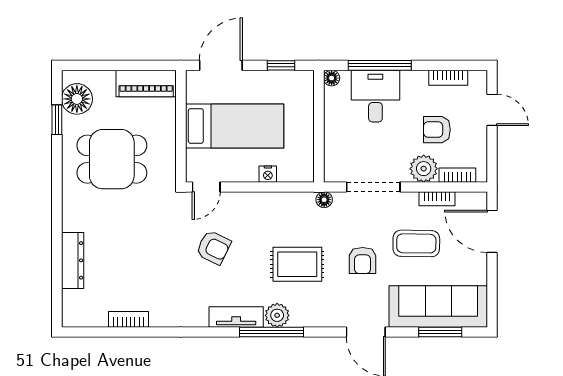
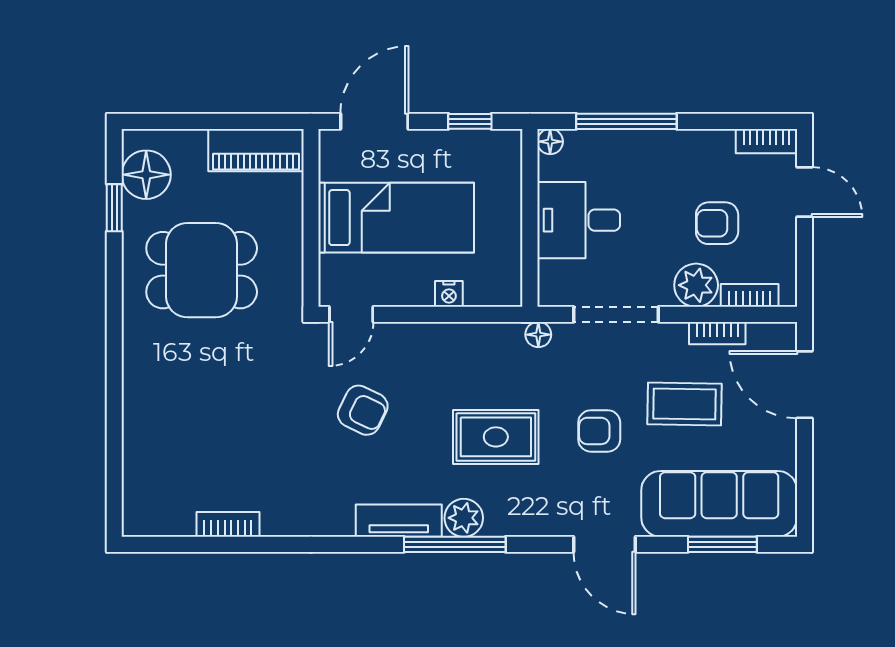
bookcase: (448, 78) -> (767, 141), moved
desk: (375, 96) -> (579, 220), moved, turned -90
dresser: (73, 260) -> (139, 431), removed
armchair: (363, 261) -> (599, 431), turned 90

